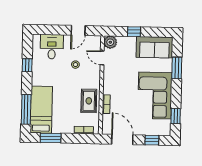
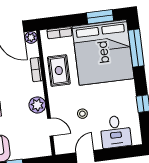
plant: (110, 42) -> (37, 105), moved
bed: (41, 110) -> (103, 52), width x2.04
plant: (107, 130) -> (31, 37), added

